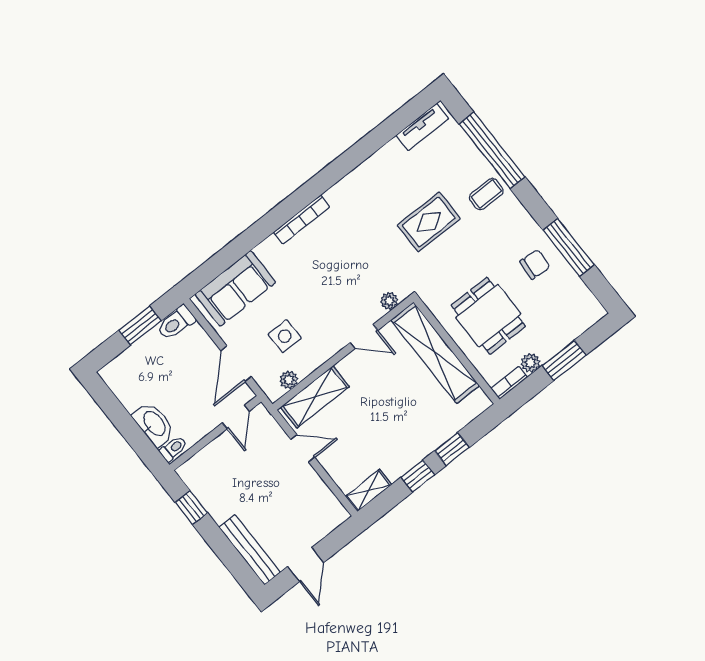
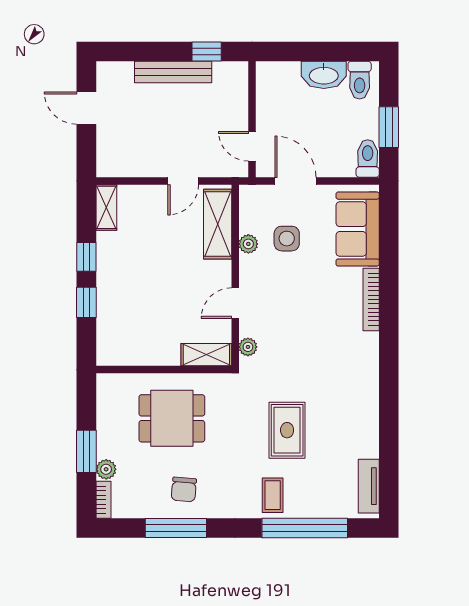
bookcase: (302, 220) -> (371, 299), moved
shelving: (435, 353) -> (206, 355), width x0.45, depth x0.75
plant: (531, 363) -> (106, 469), moved
plant: (289, 380) -> (248, 244), moved
bookcase: (509, 383) -> (104, 500), moved
washbasin: (154, 424) -> (324, 75), moved
toilet: (173, 449) -> (360, 80), moved, width x1.37, depth x1.39
bench: (250, 550) -> (173, 72), moved

